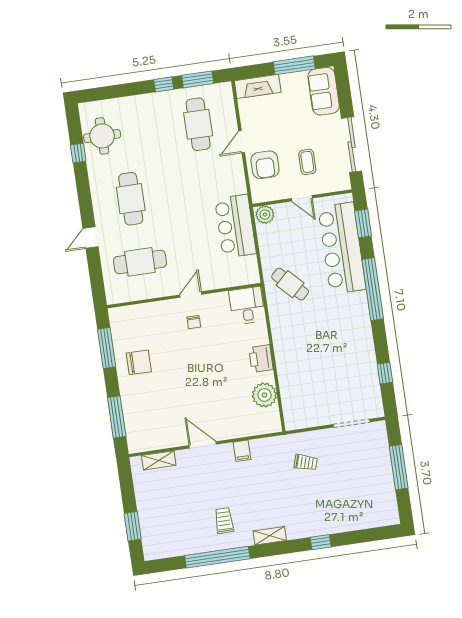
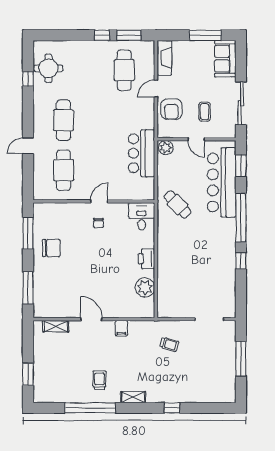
fireplace: (258, 86) -> (164, 58), moved, turned -90
cafe table: (140, 262) -> (64, 170), turned 90
window: (385, 373) -> (241, 261), moved

